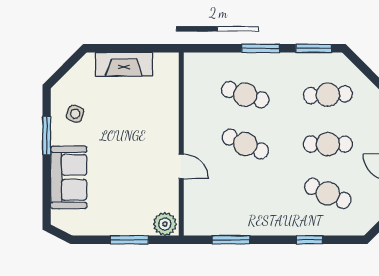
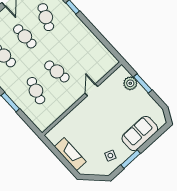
cafe table: (245, 144) -> (57, 71), turned -33
plant: (165, 224) -> (130, 83), moved
window: (231, 240) -> (103, 40), removed

